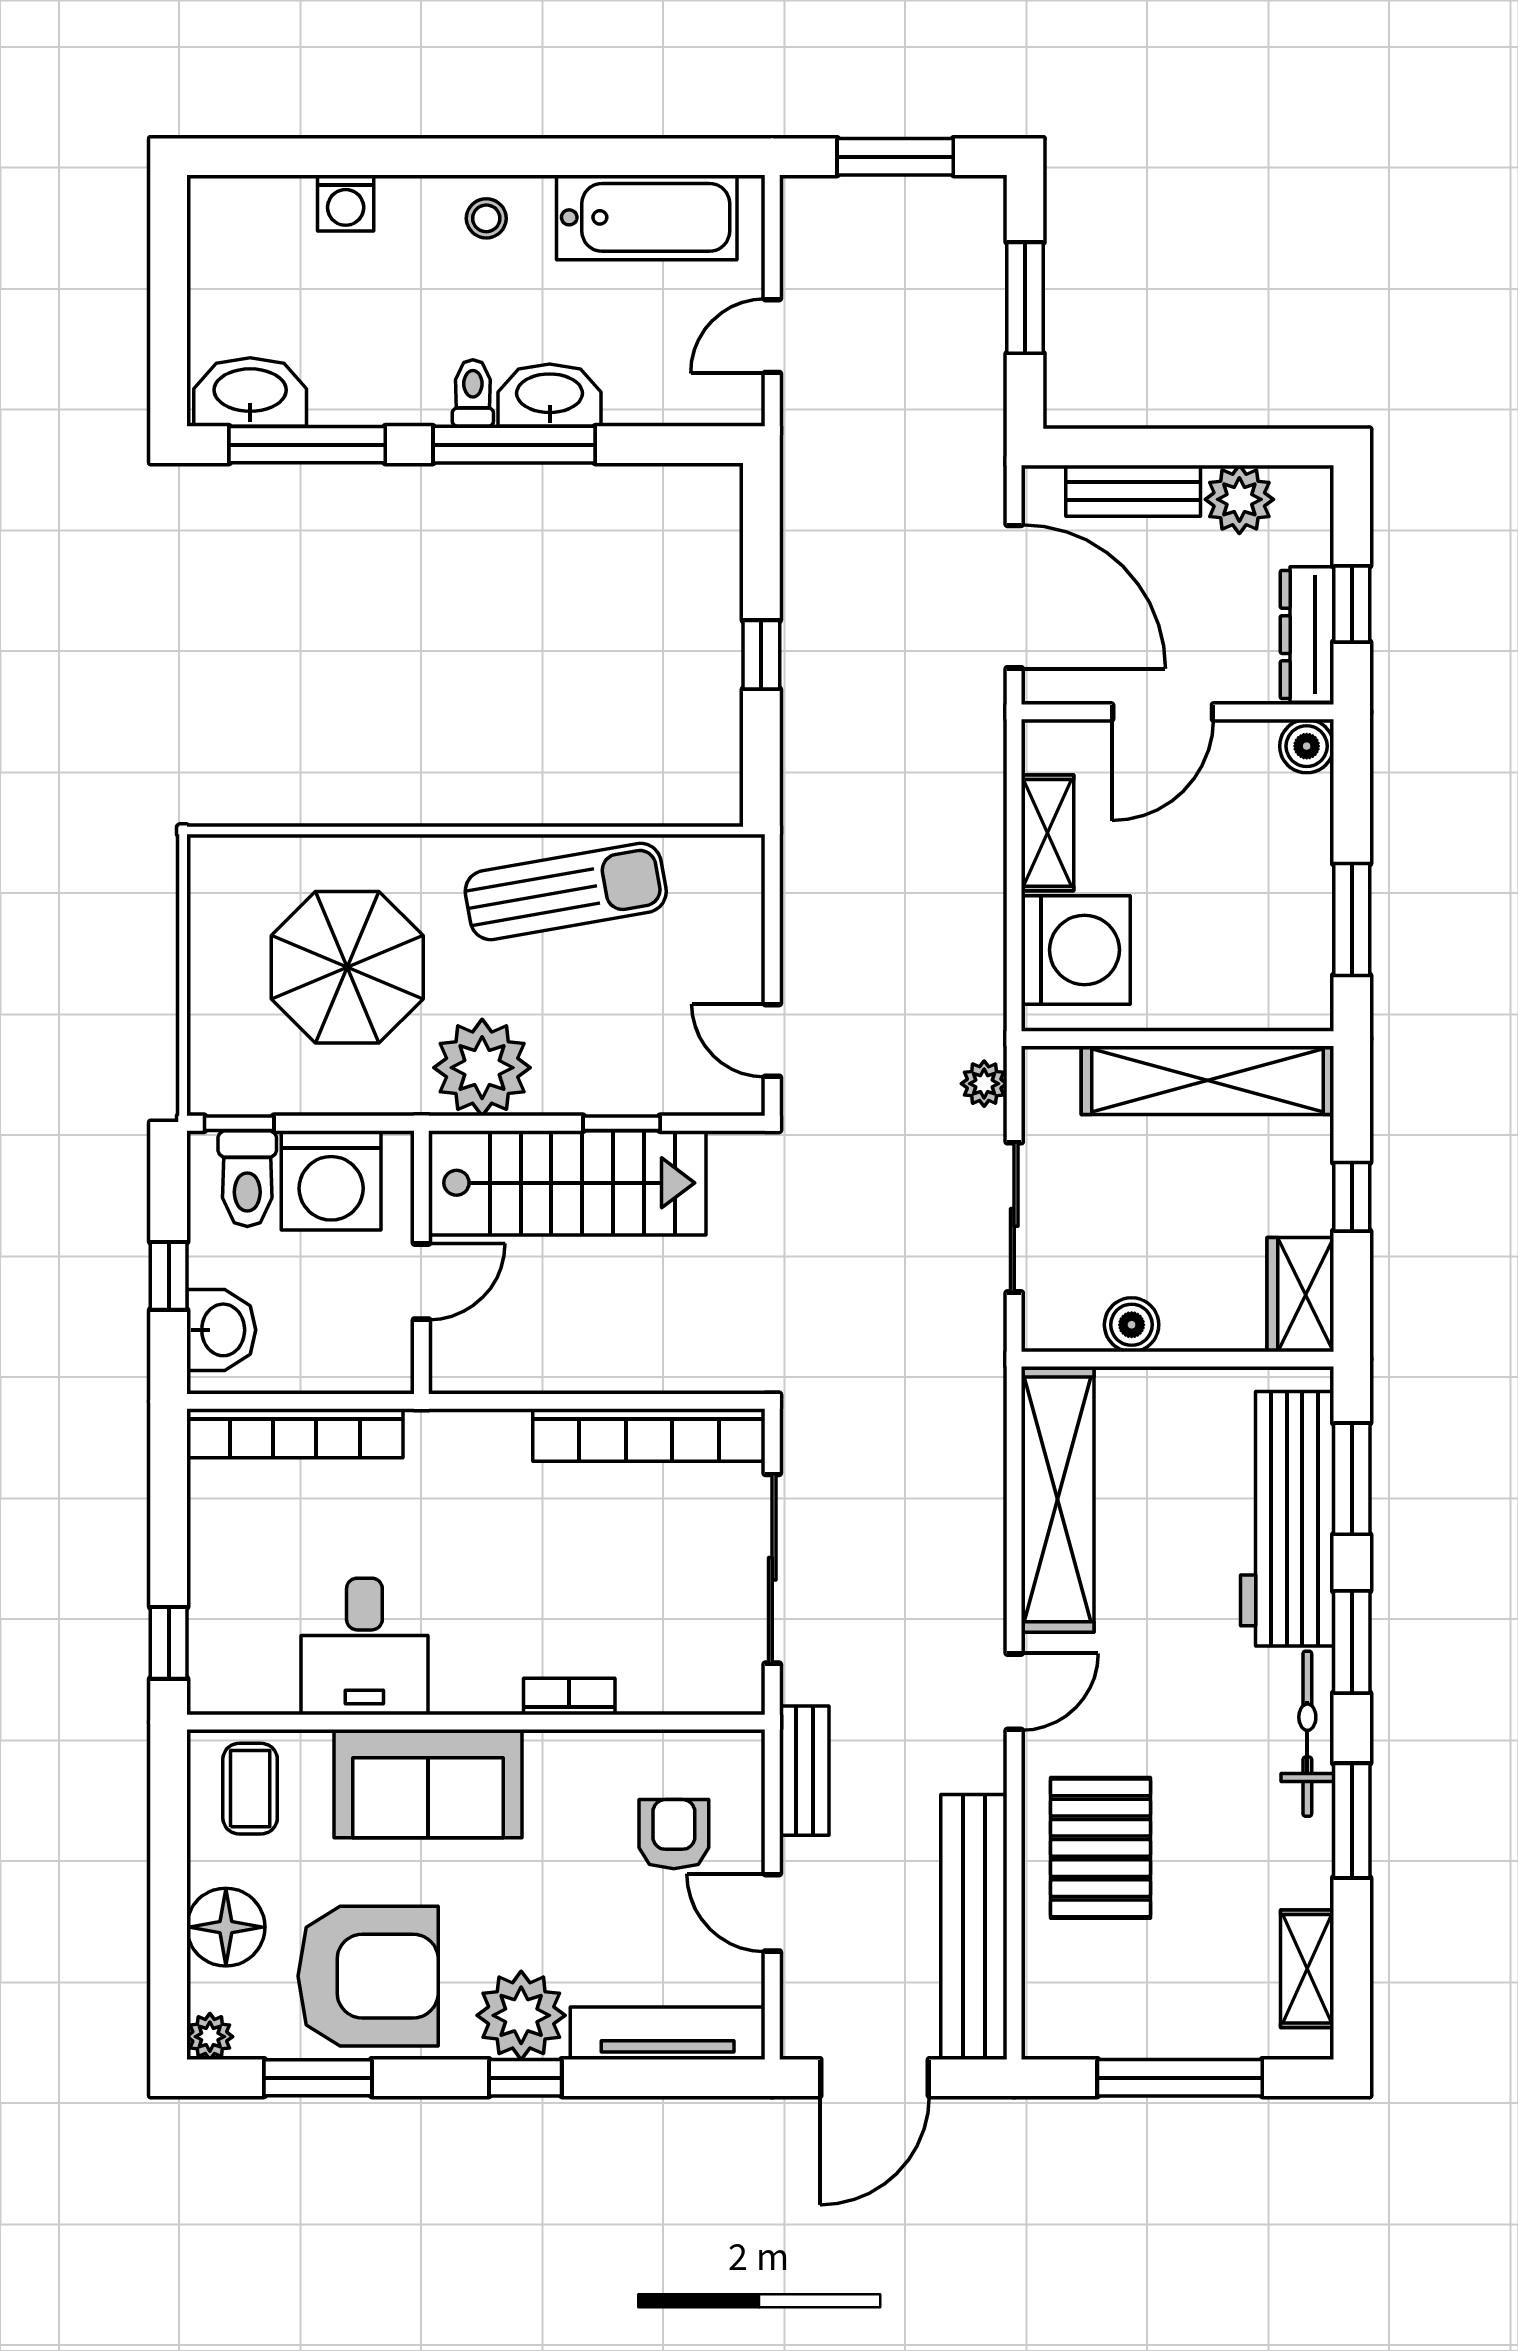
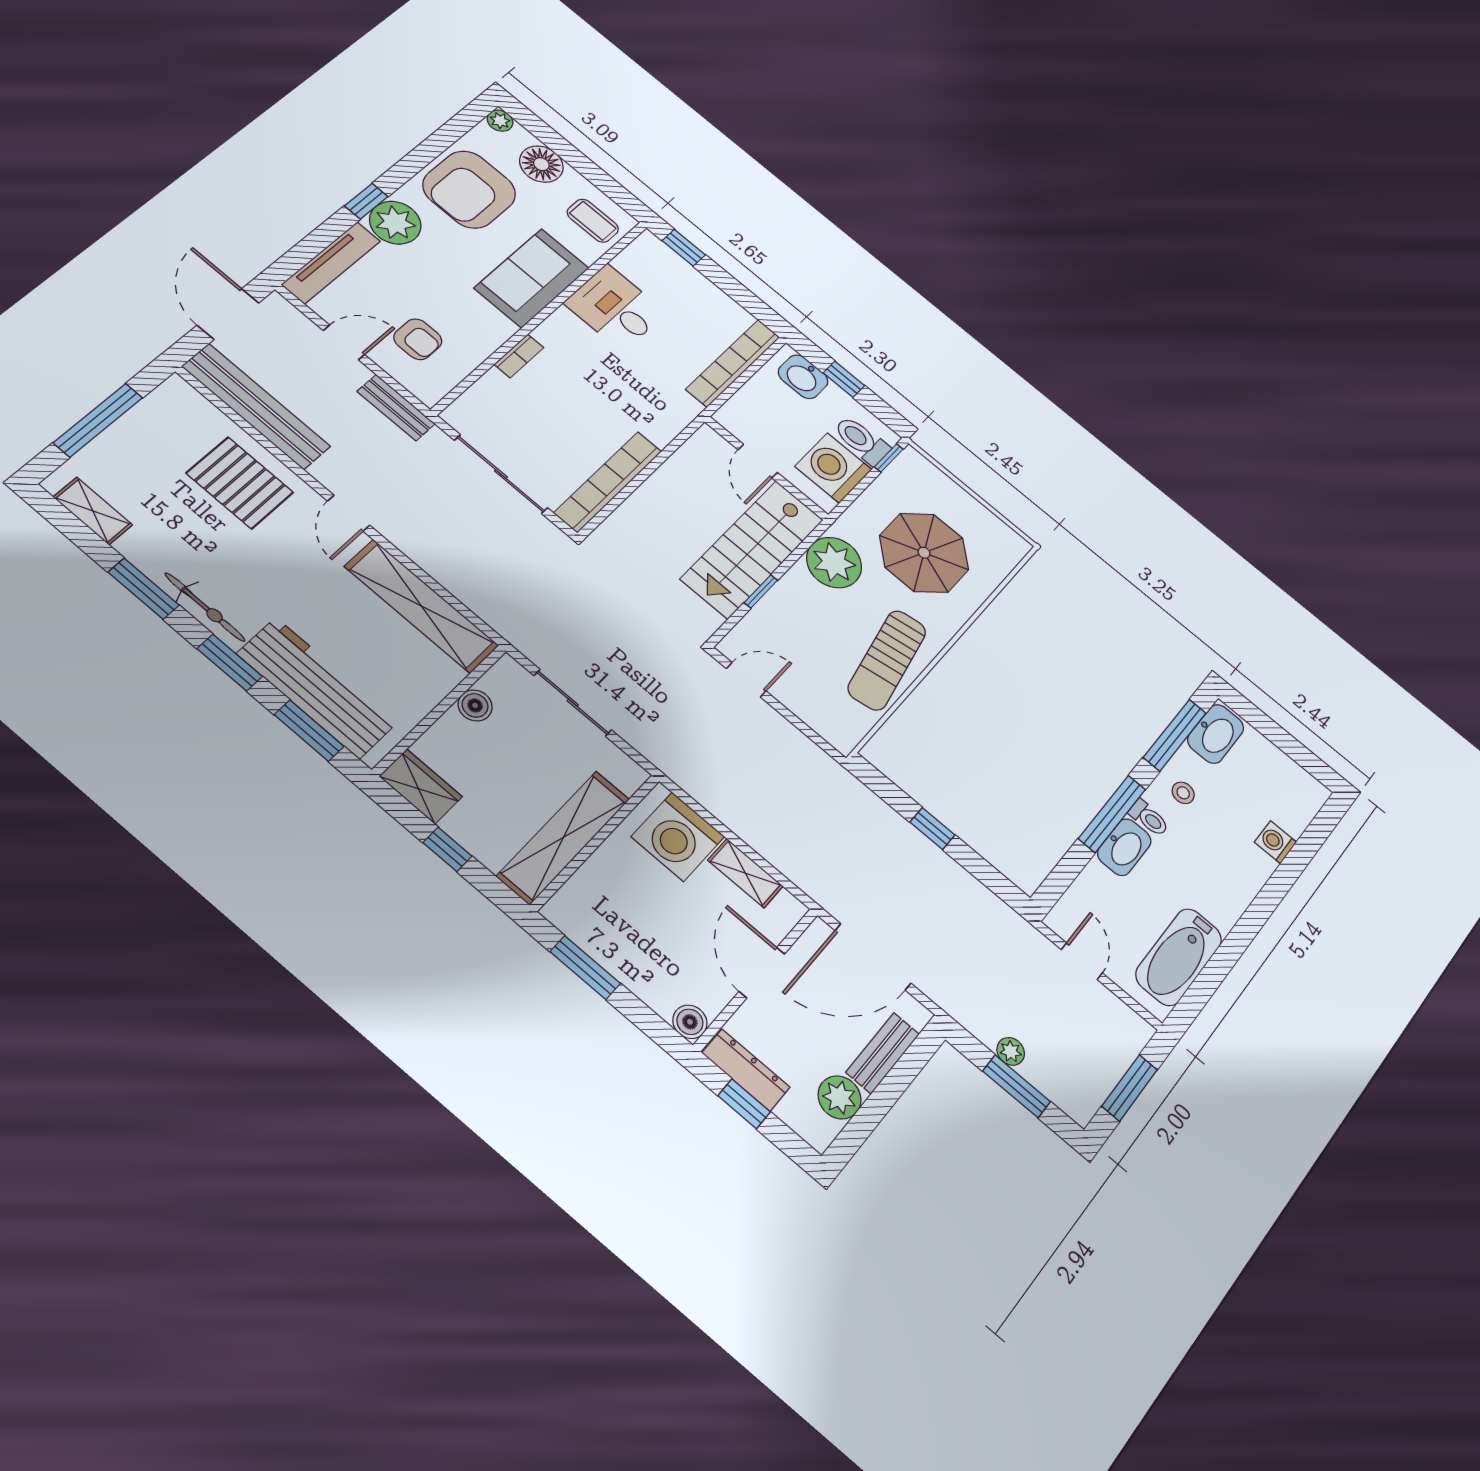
stool: (486, 218) -> (1183, 793), moved
plant: (984, 1084) -> (1011, 1051), moved
window: (318, 2078) -> (444, 138), removed

